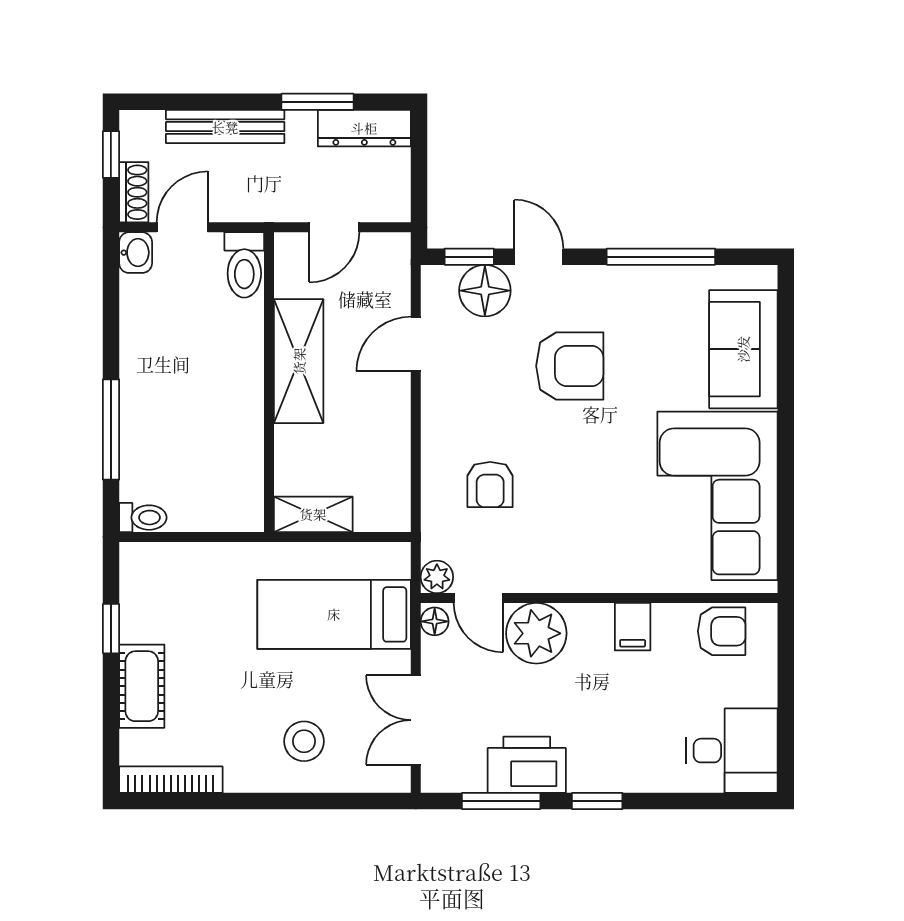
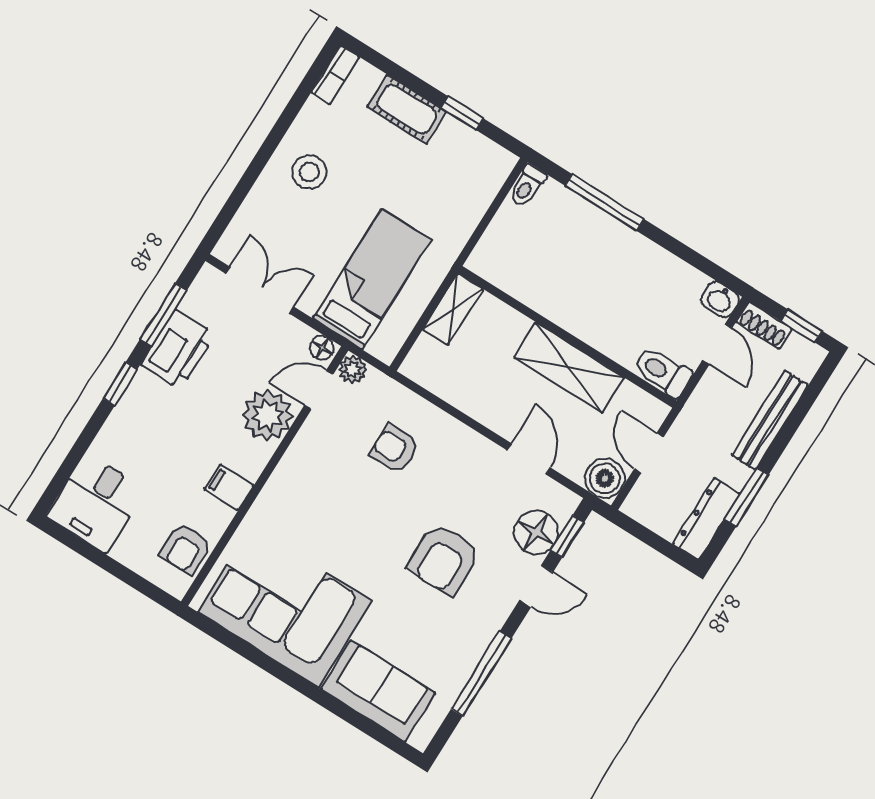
boiler: (388, 256) -> (605, 478), added
stool: (304, 741) -> (309, 172), moved
bookcase: (171, 780) -> (335, 75), width x0.64

